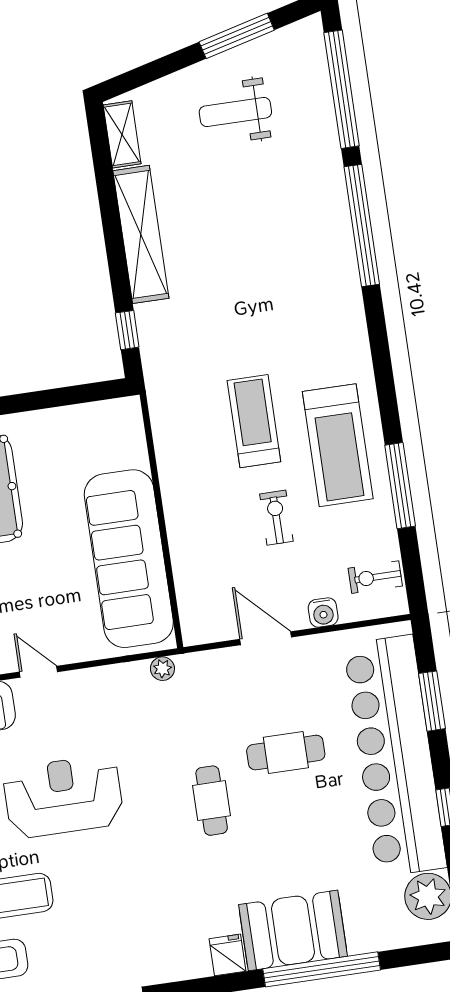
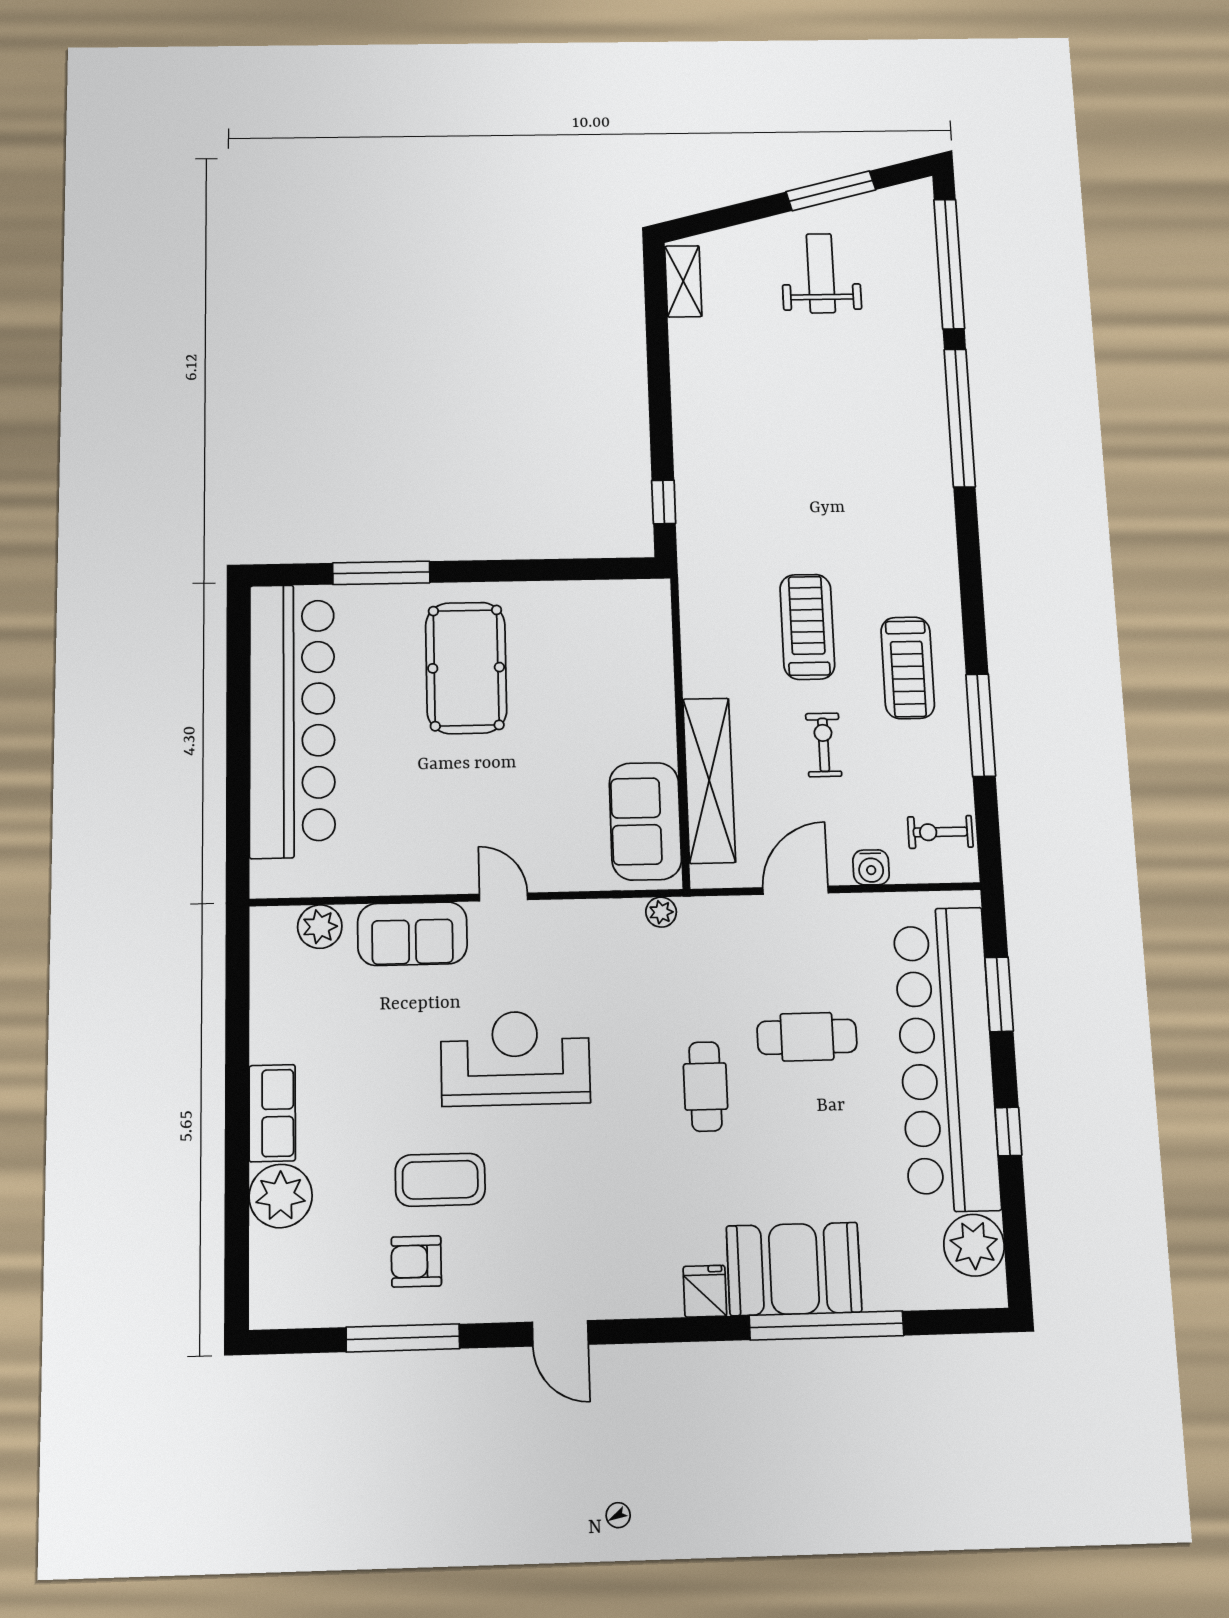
weight bench: (235, 112) -> (821, 273), turned 90
shelving: (141, 234) -> (709, 780), moved
treadmill: (338, 445) -> (908, 668), width x0.73, depth x0.73
sofa: (129, 559) -> (645, 821), width x0.54, depth x0.79
door: (266, 638) -> (796, 890), hinge flipped

